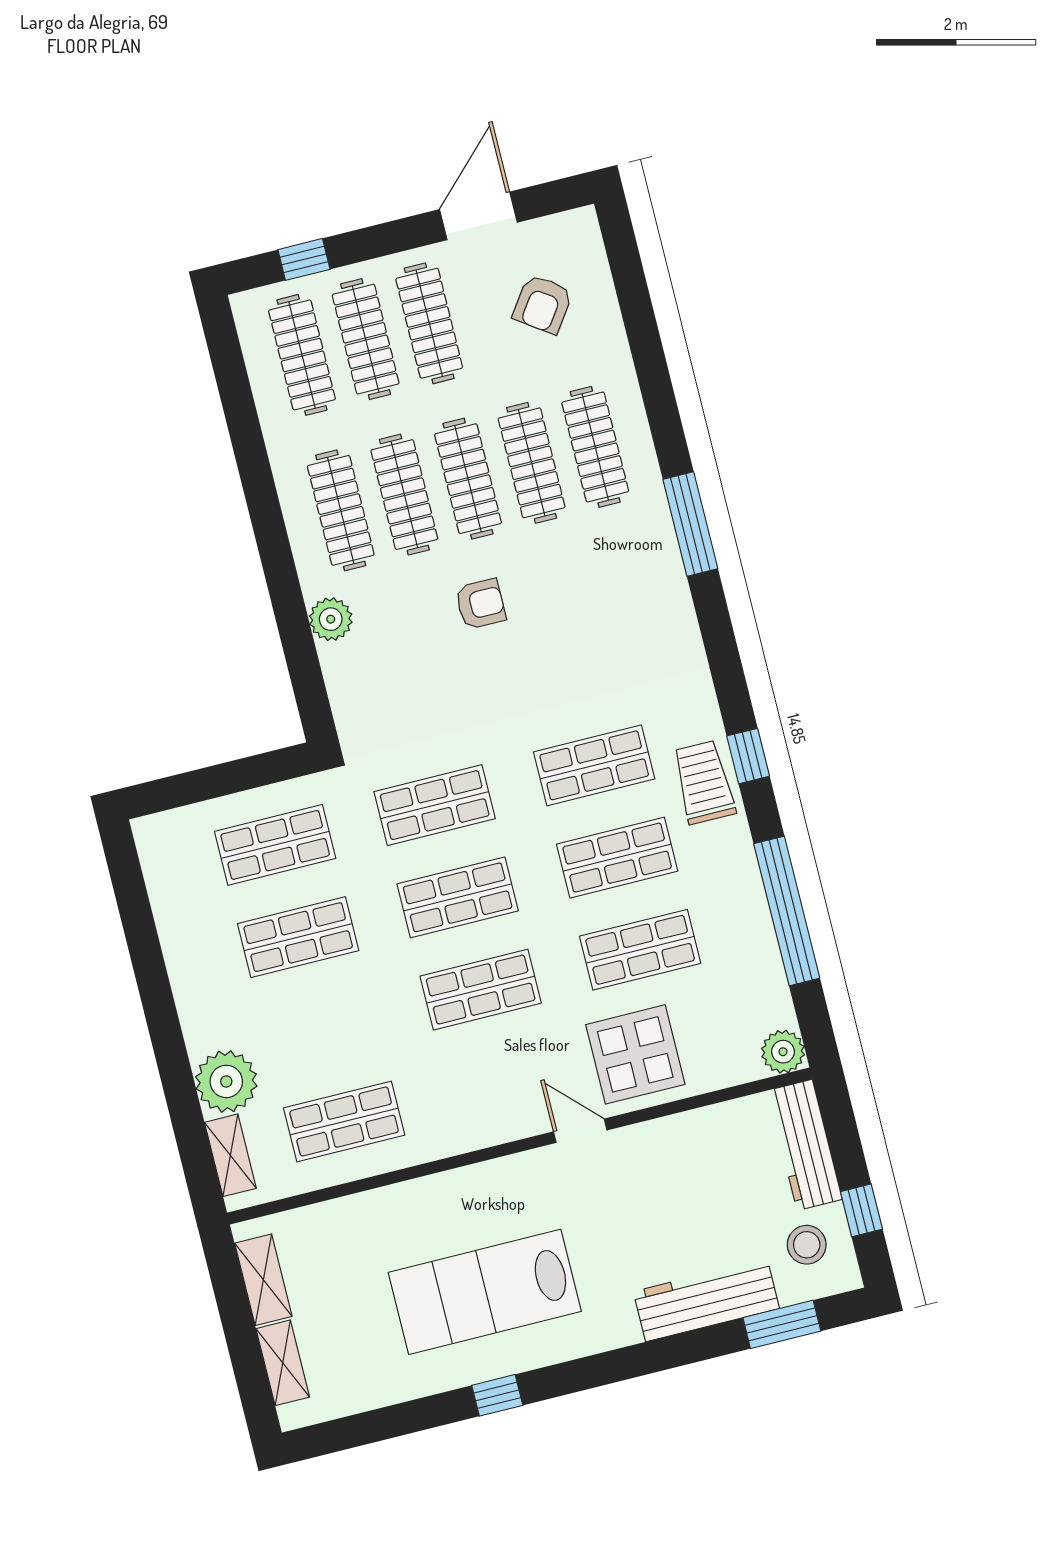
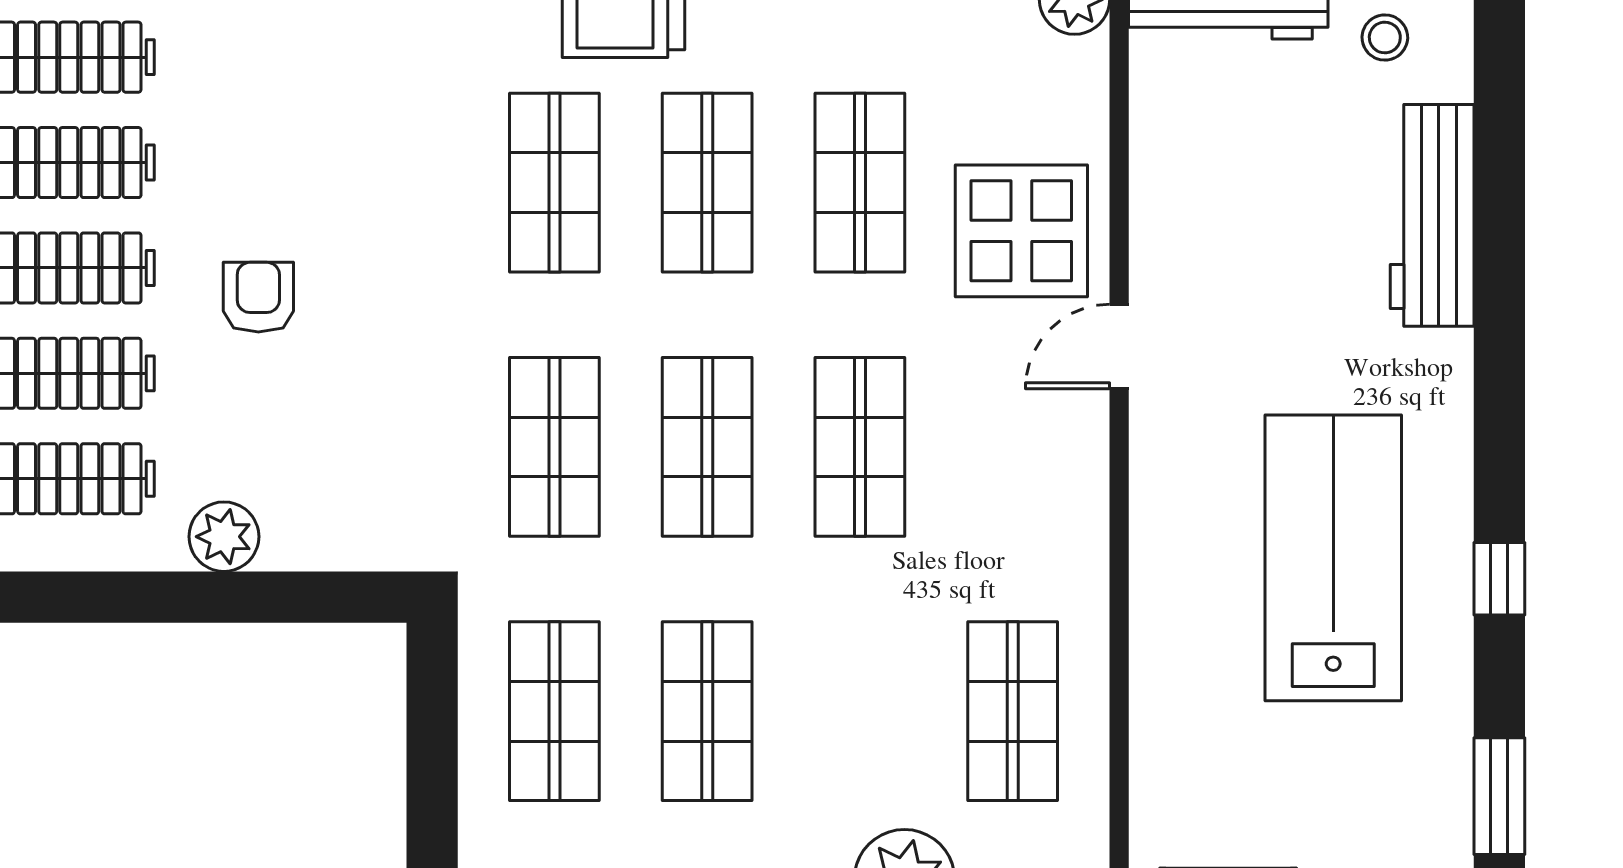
stool: (807, 1245) -> (1385, 38), width x0.73, depth x0.73
lab bench: (485, 1292) -> (1333, 558), turned 180
window: (782, 1324) -> (1499, 796), moved

